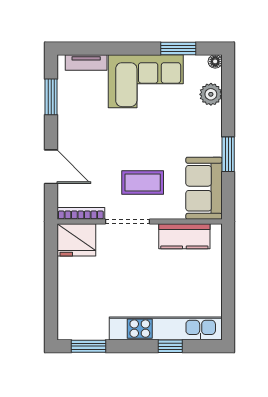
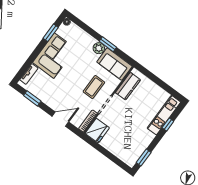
plant: (211, 94) -> (99, 48), moved
kitchen unit: (166, 329) -> (164, 115), width x0.73

